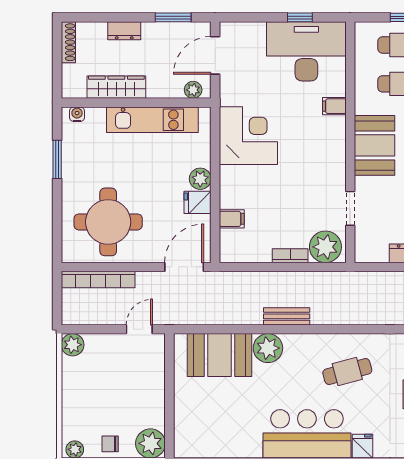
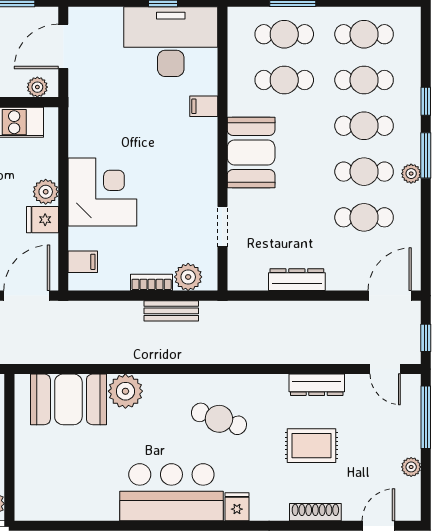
corner desk: (248, 136) -> (102, 192), moved
filing cabinet: (232, 219) -> (83, 262), moved
plant: (325, 247) -> (188, 277), width x0.73, depth x0.73
bench: (287, 316) -> (171, 311), moved
cafe table: (347, 372) -> (219, 419), turned 34

